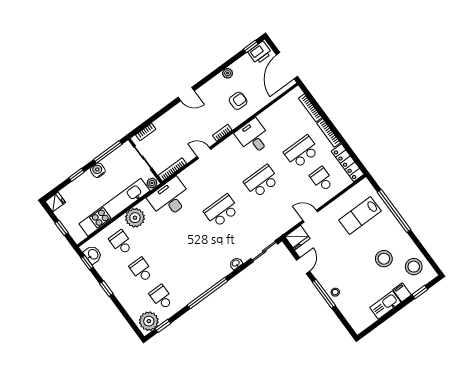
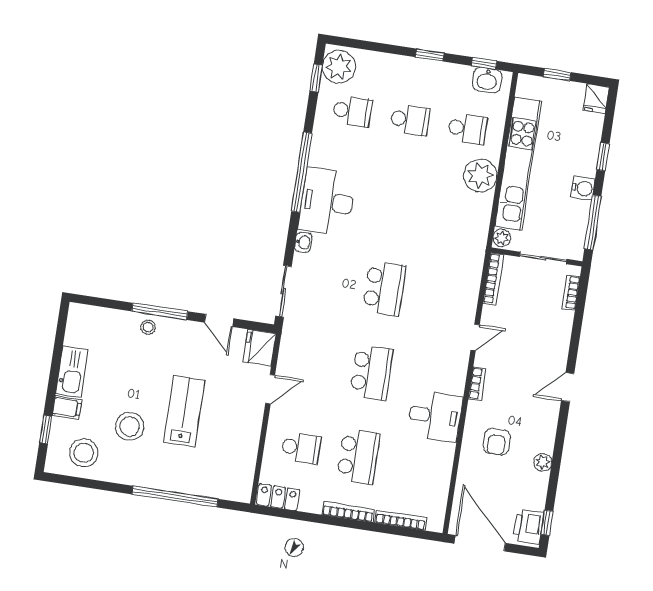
locker: (348, 163) -> (278, 497), width x0.66
desk: (170, 198) -> (327, 202), moved, turned 180
lab bench: (360, 215) -> (184, 411), moved

